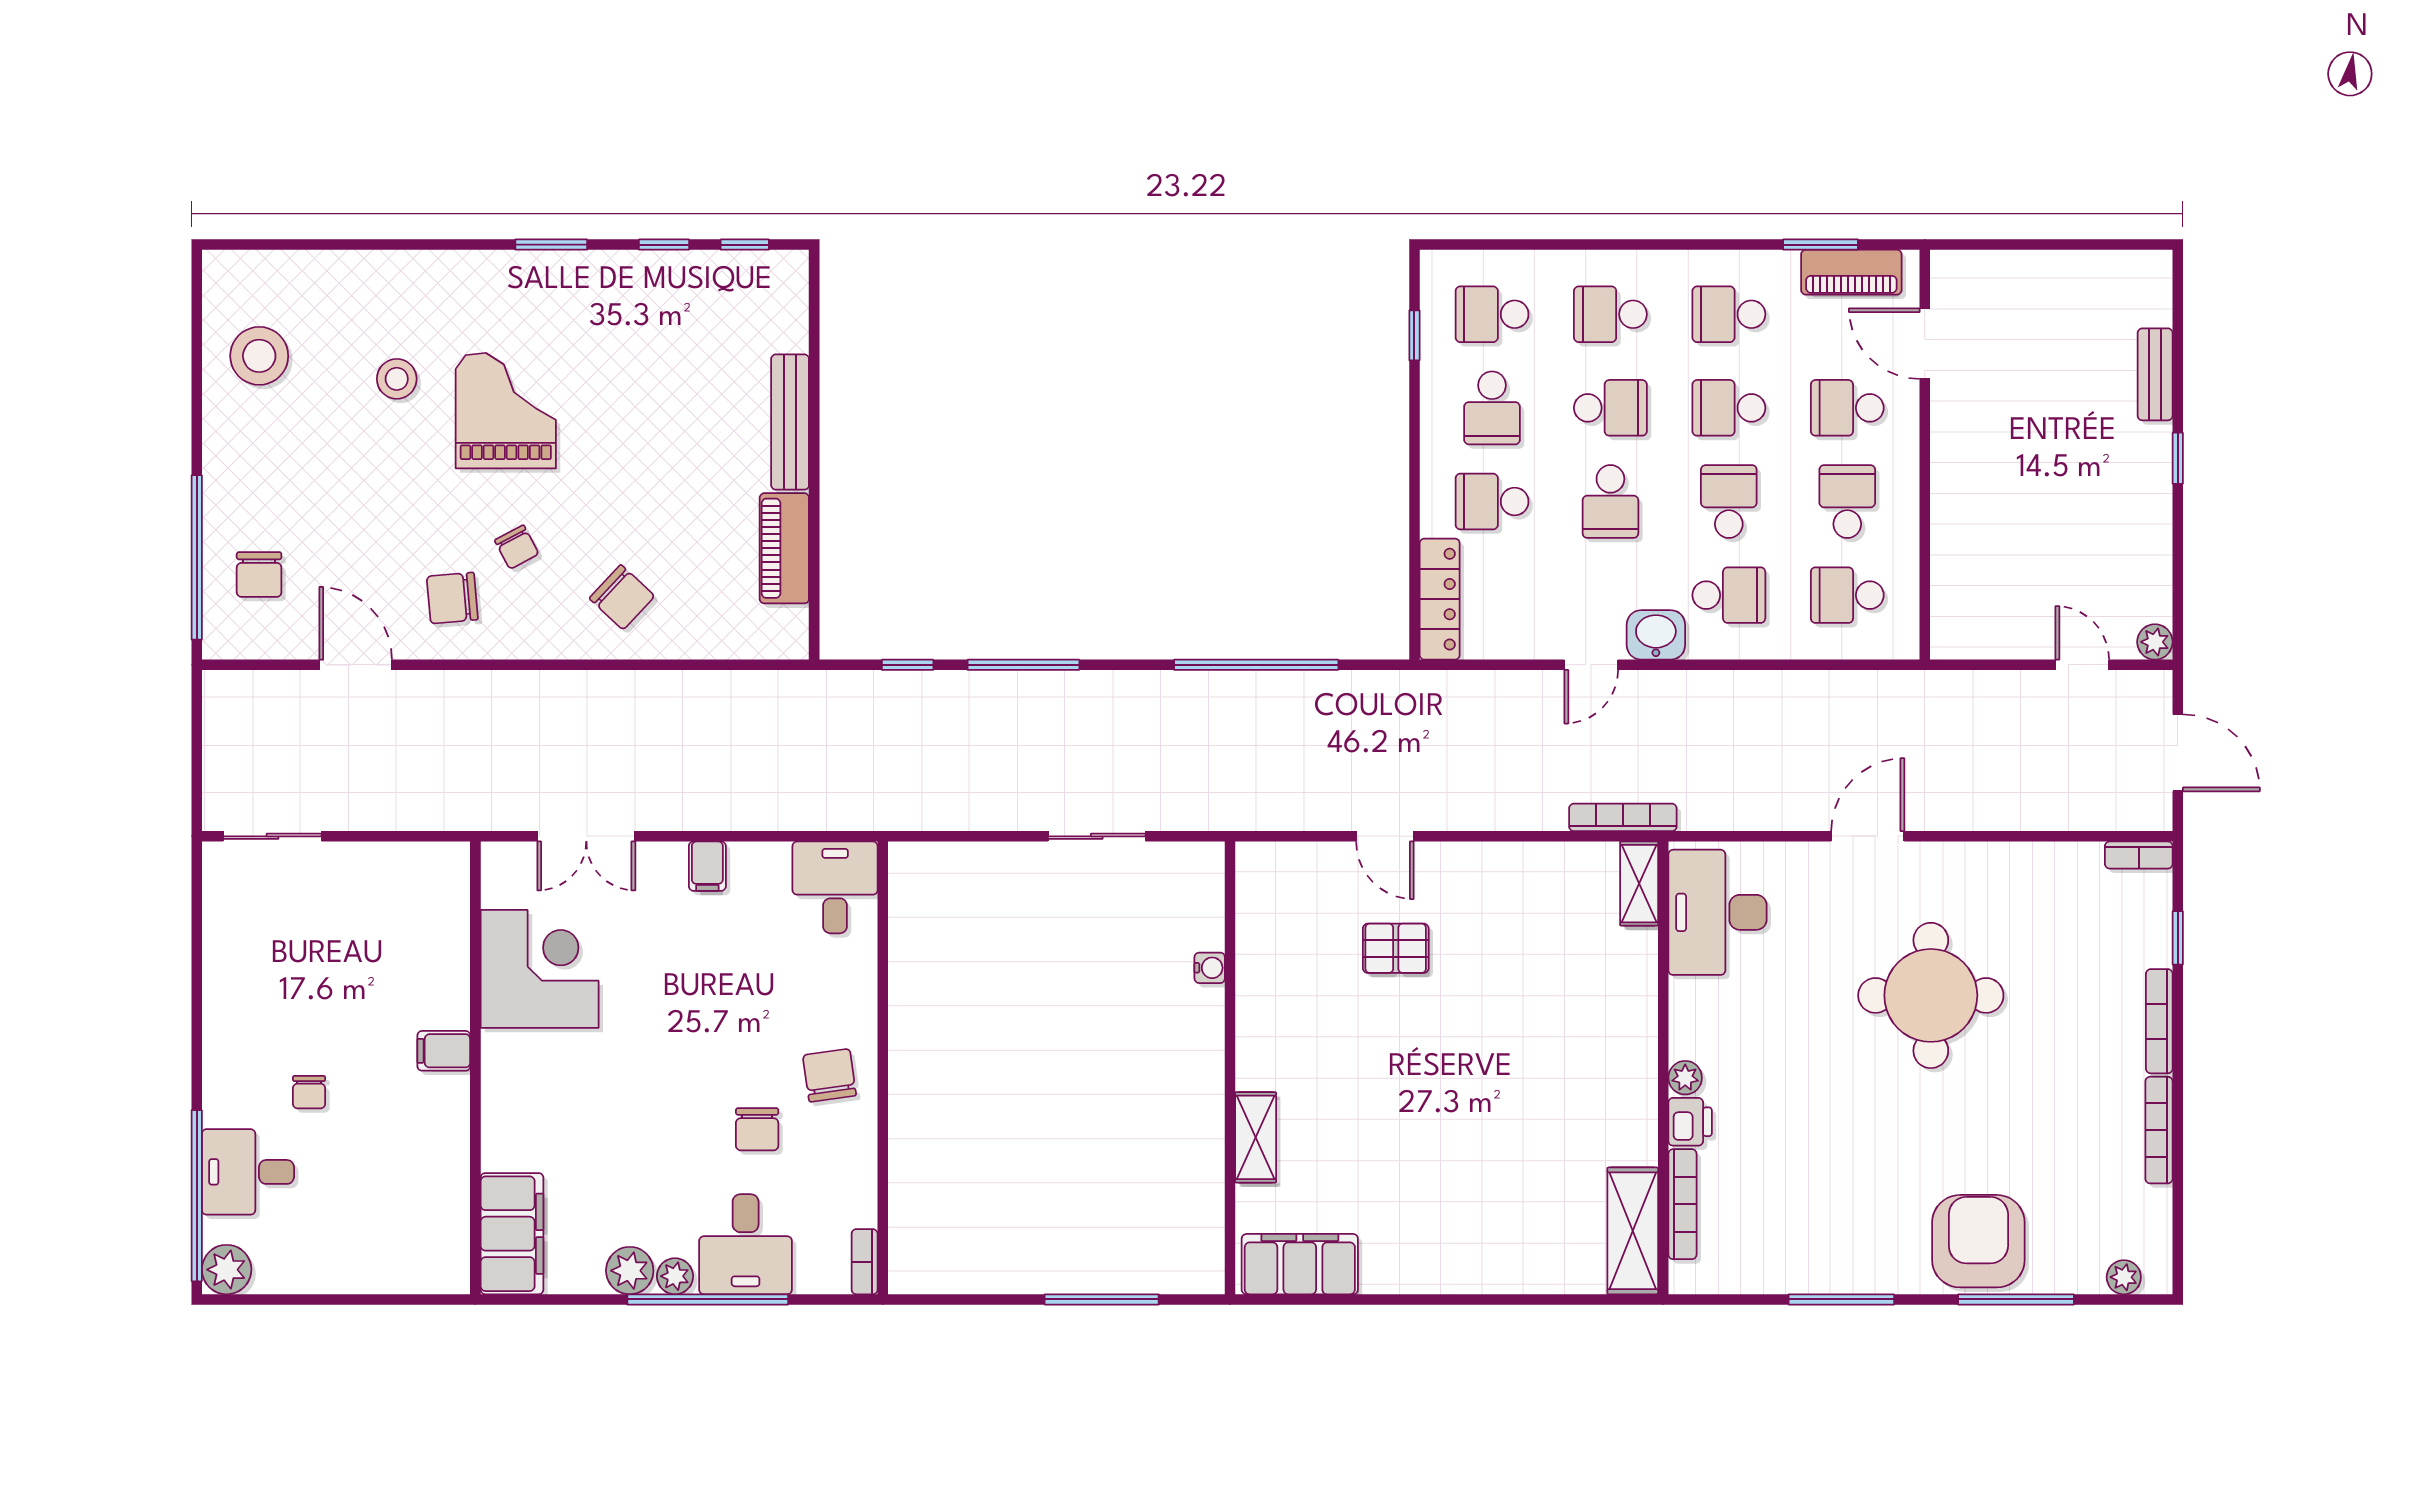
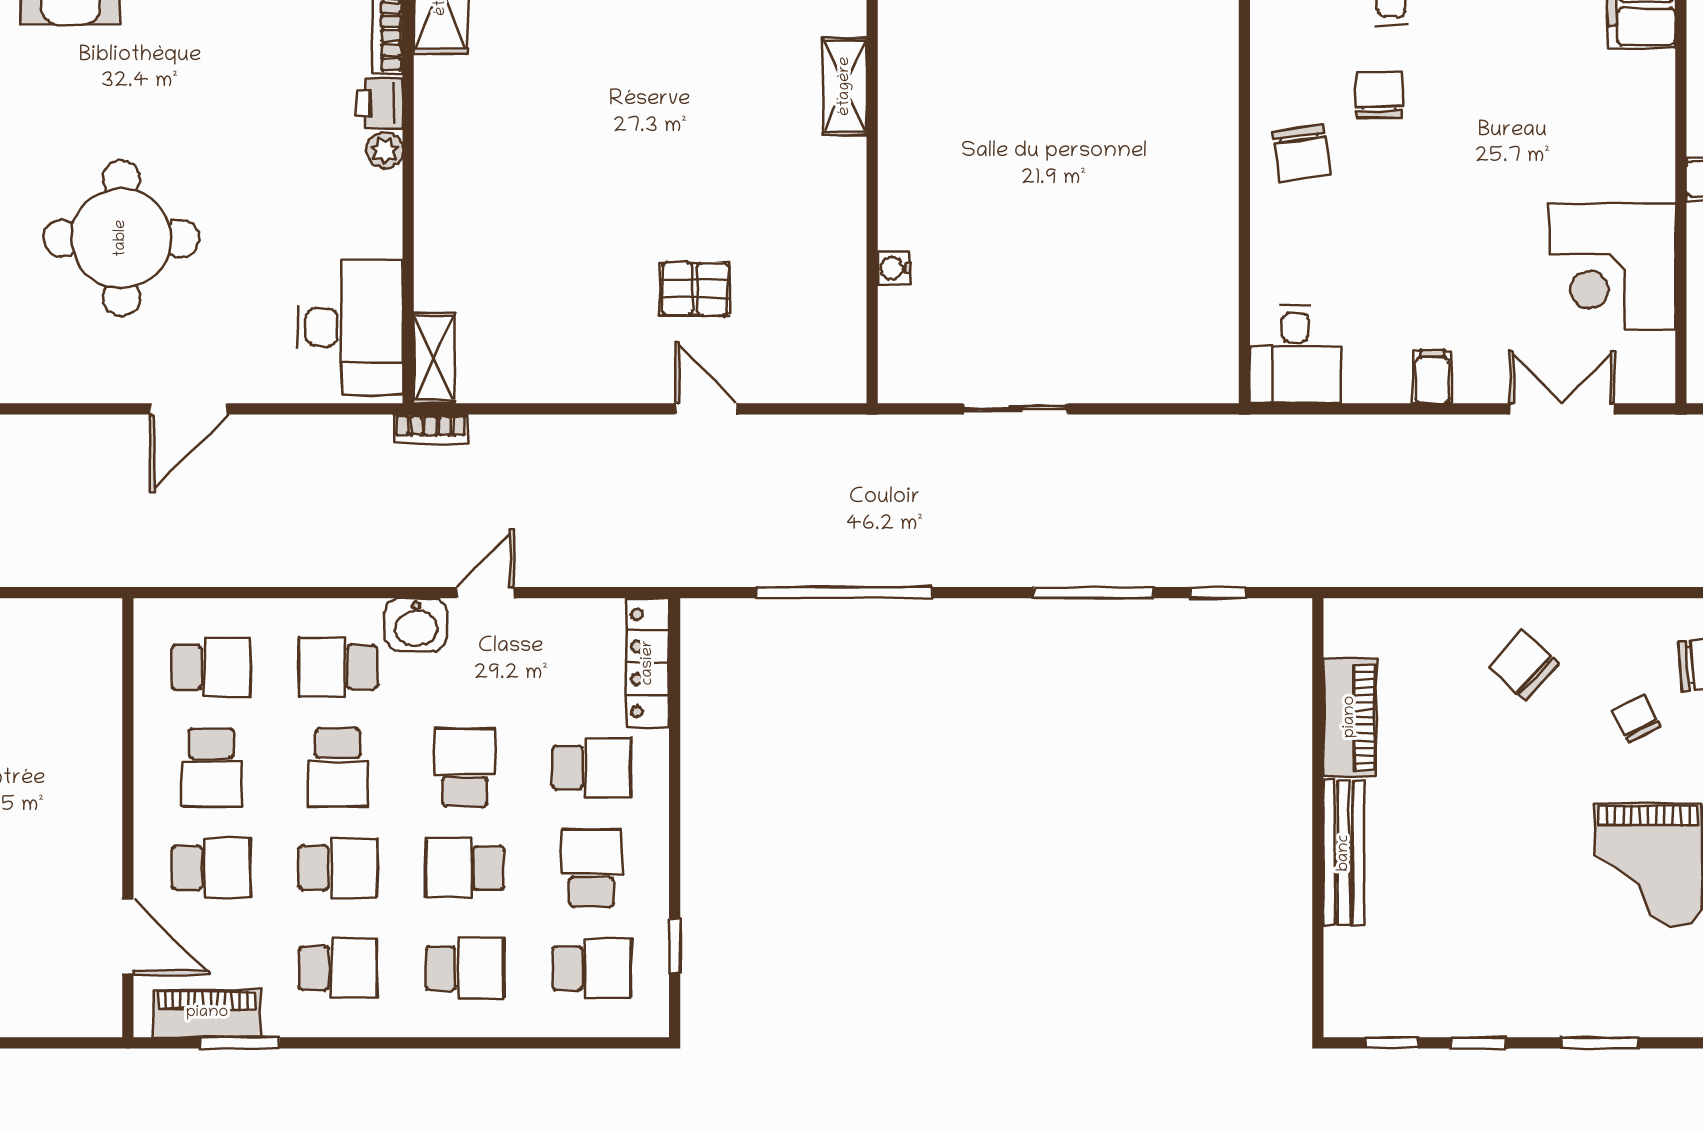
bookcase: (1623, 817) -> (431, 429), width x0.64

